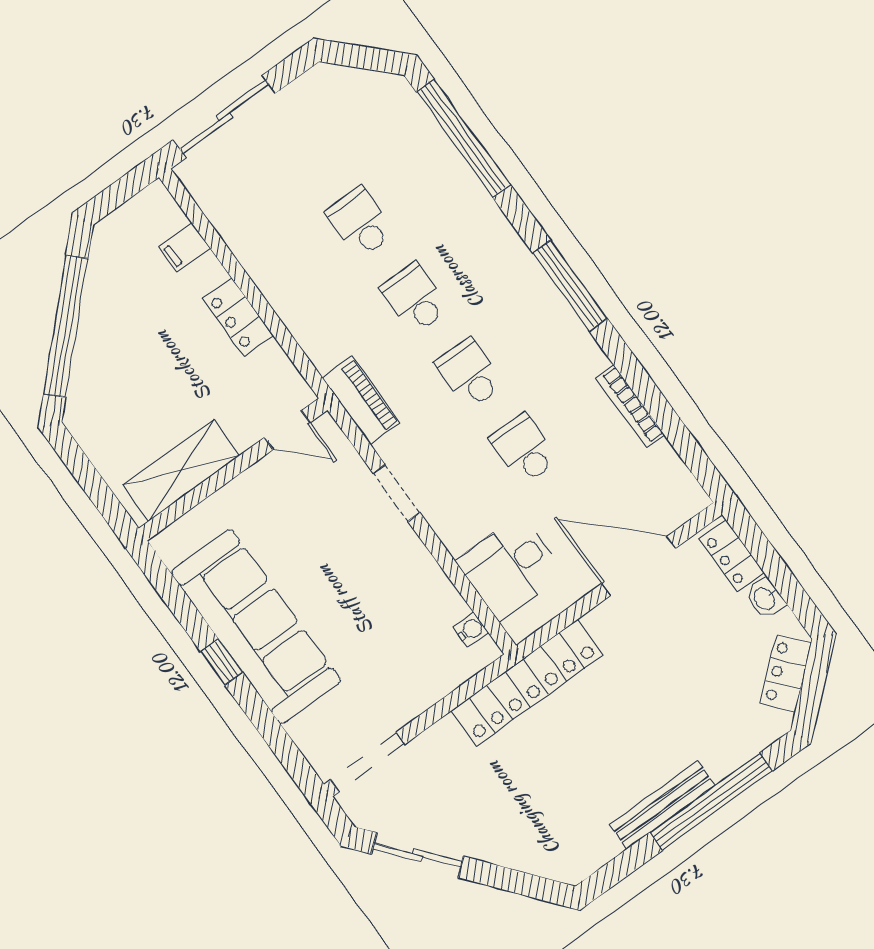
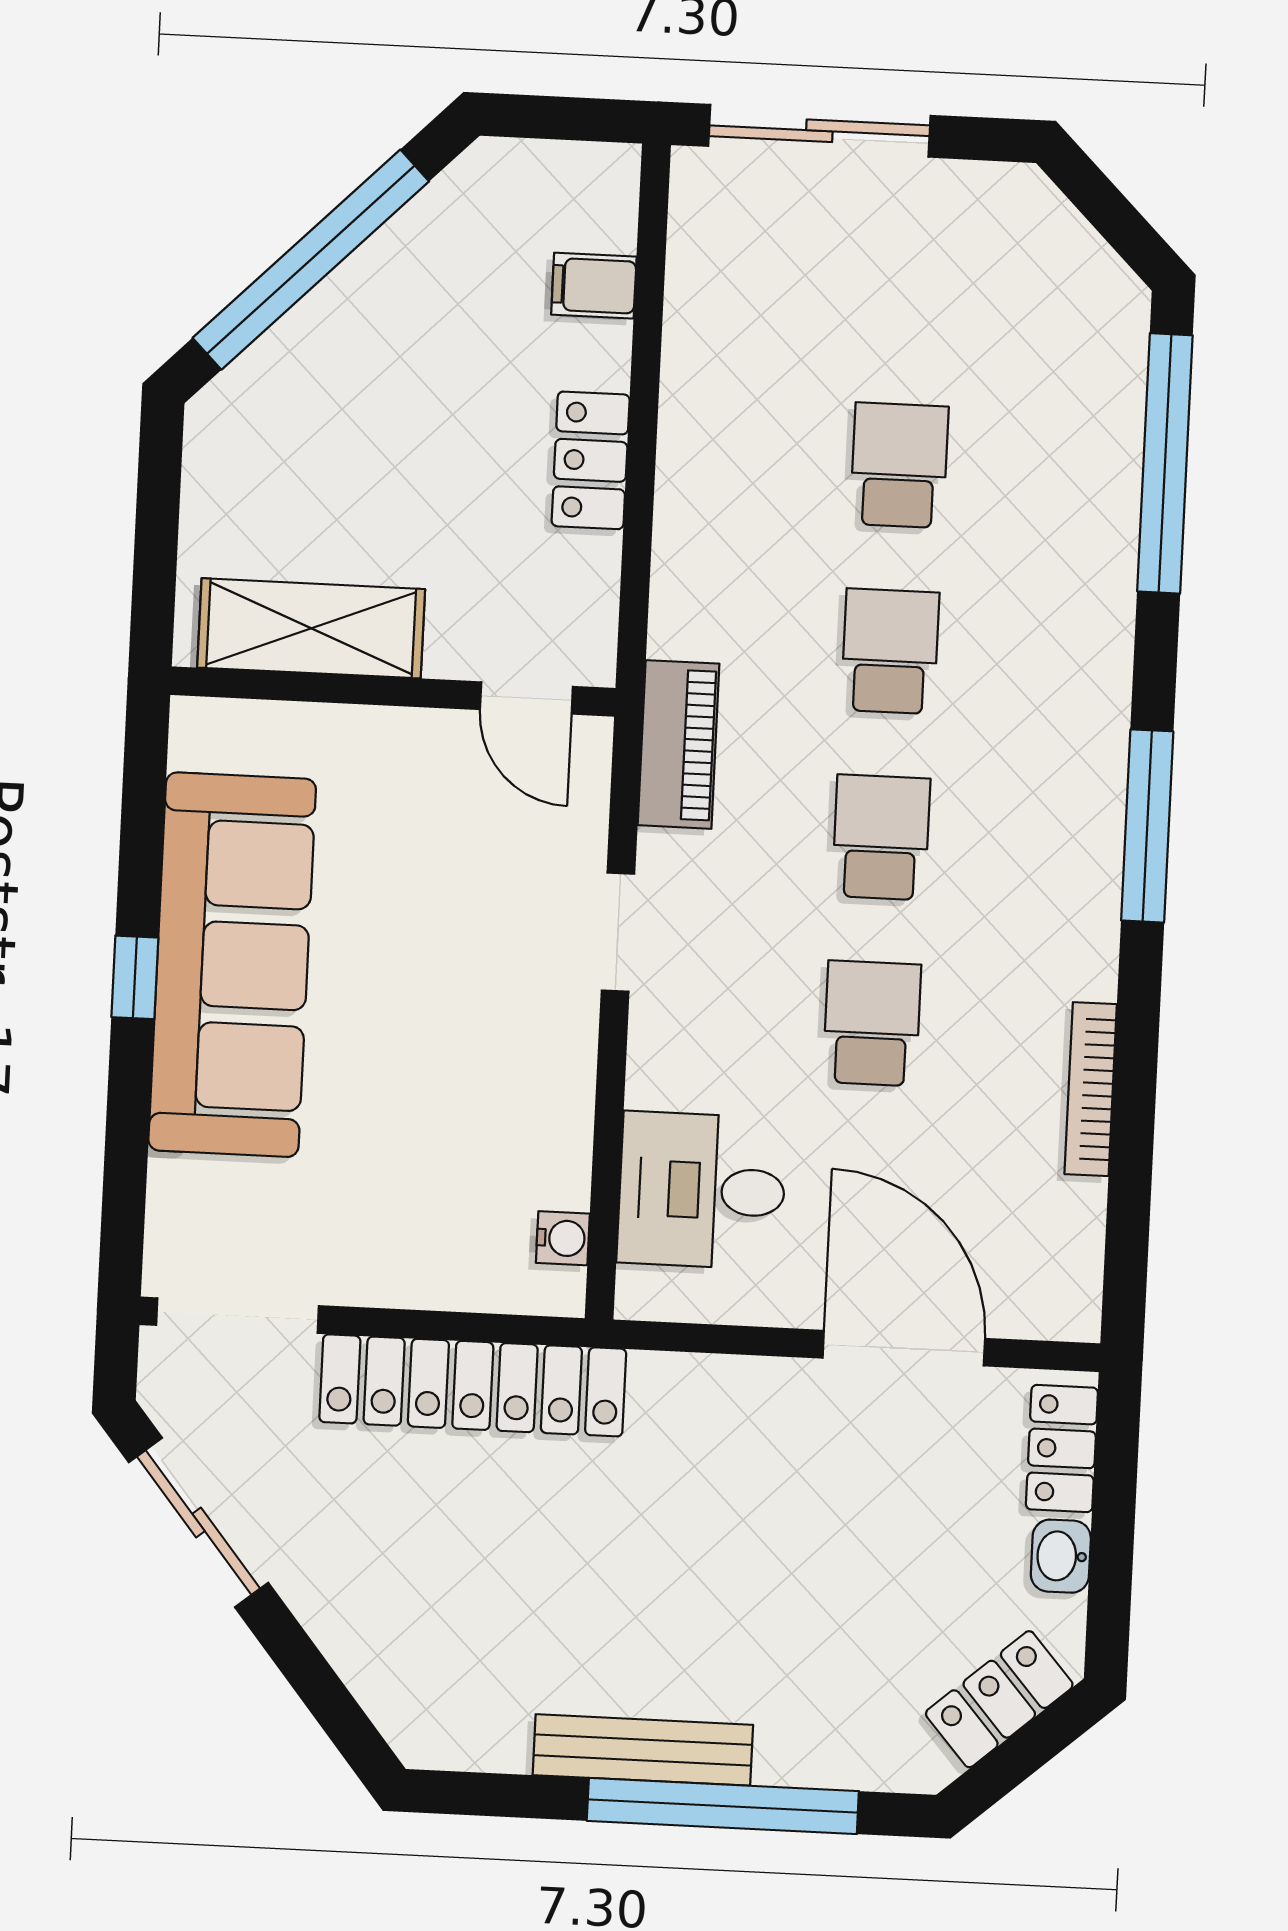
locker: (527, 683) -> (473, 1385), moved

